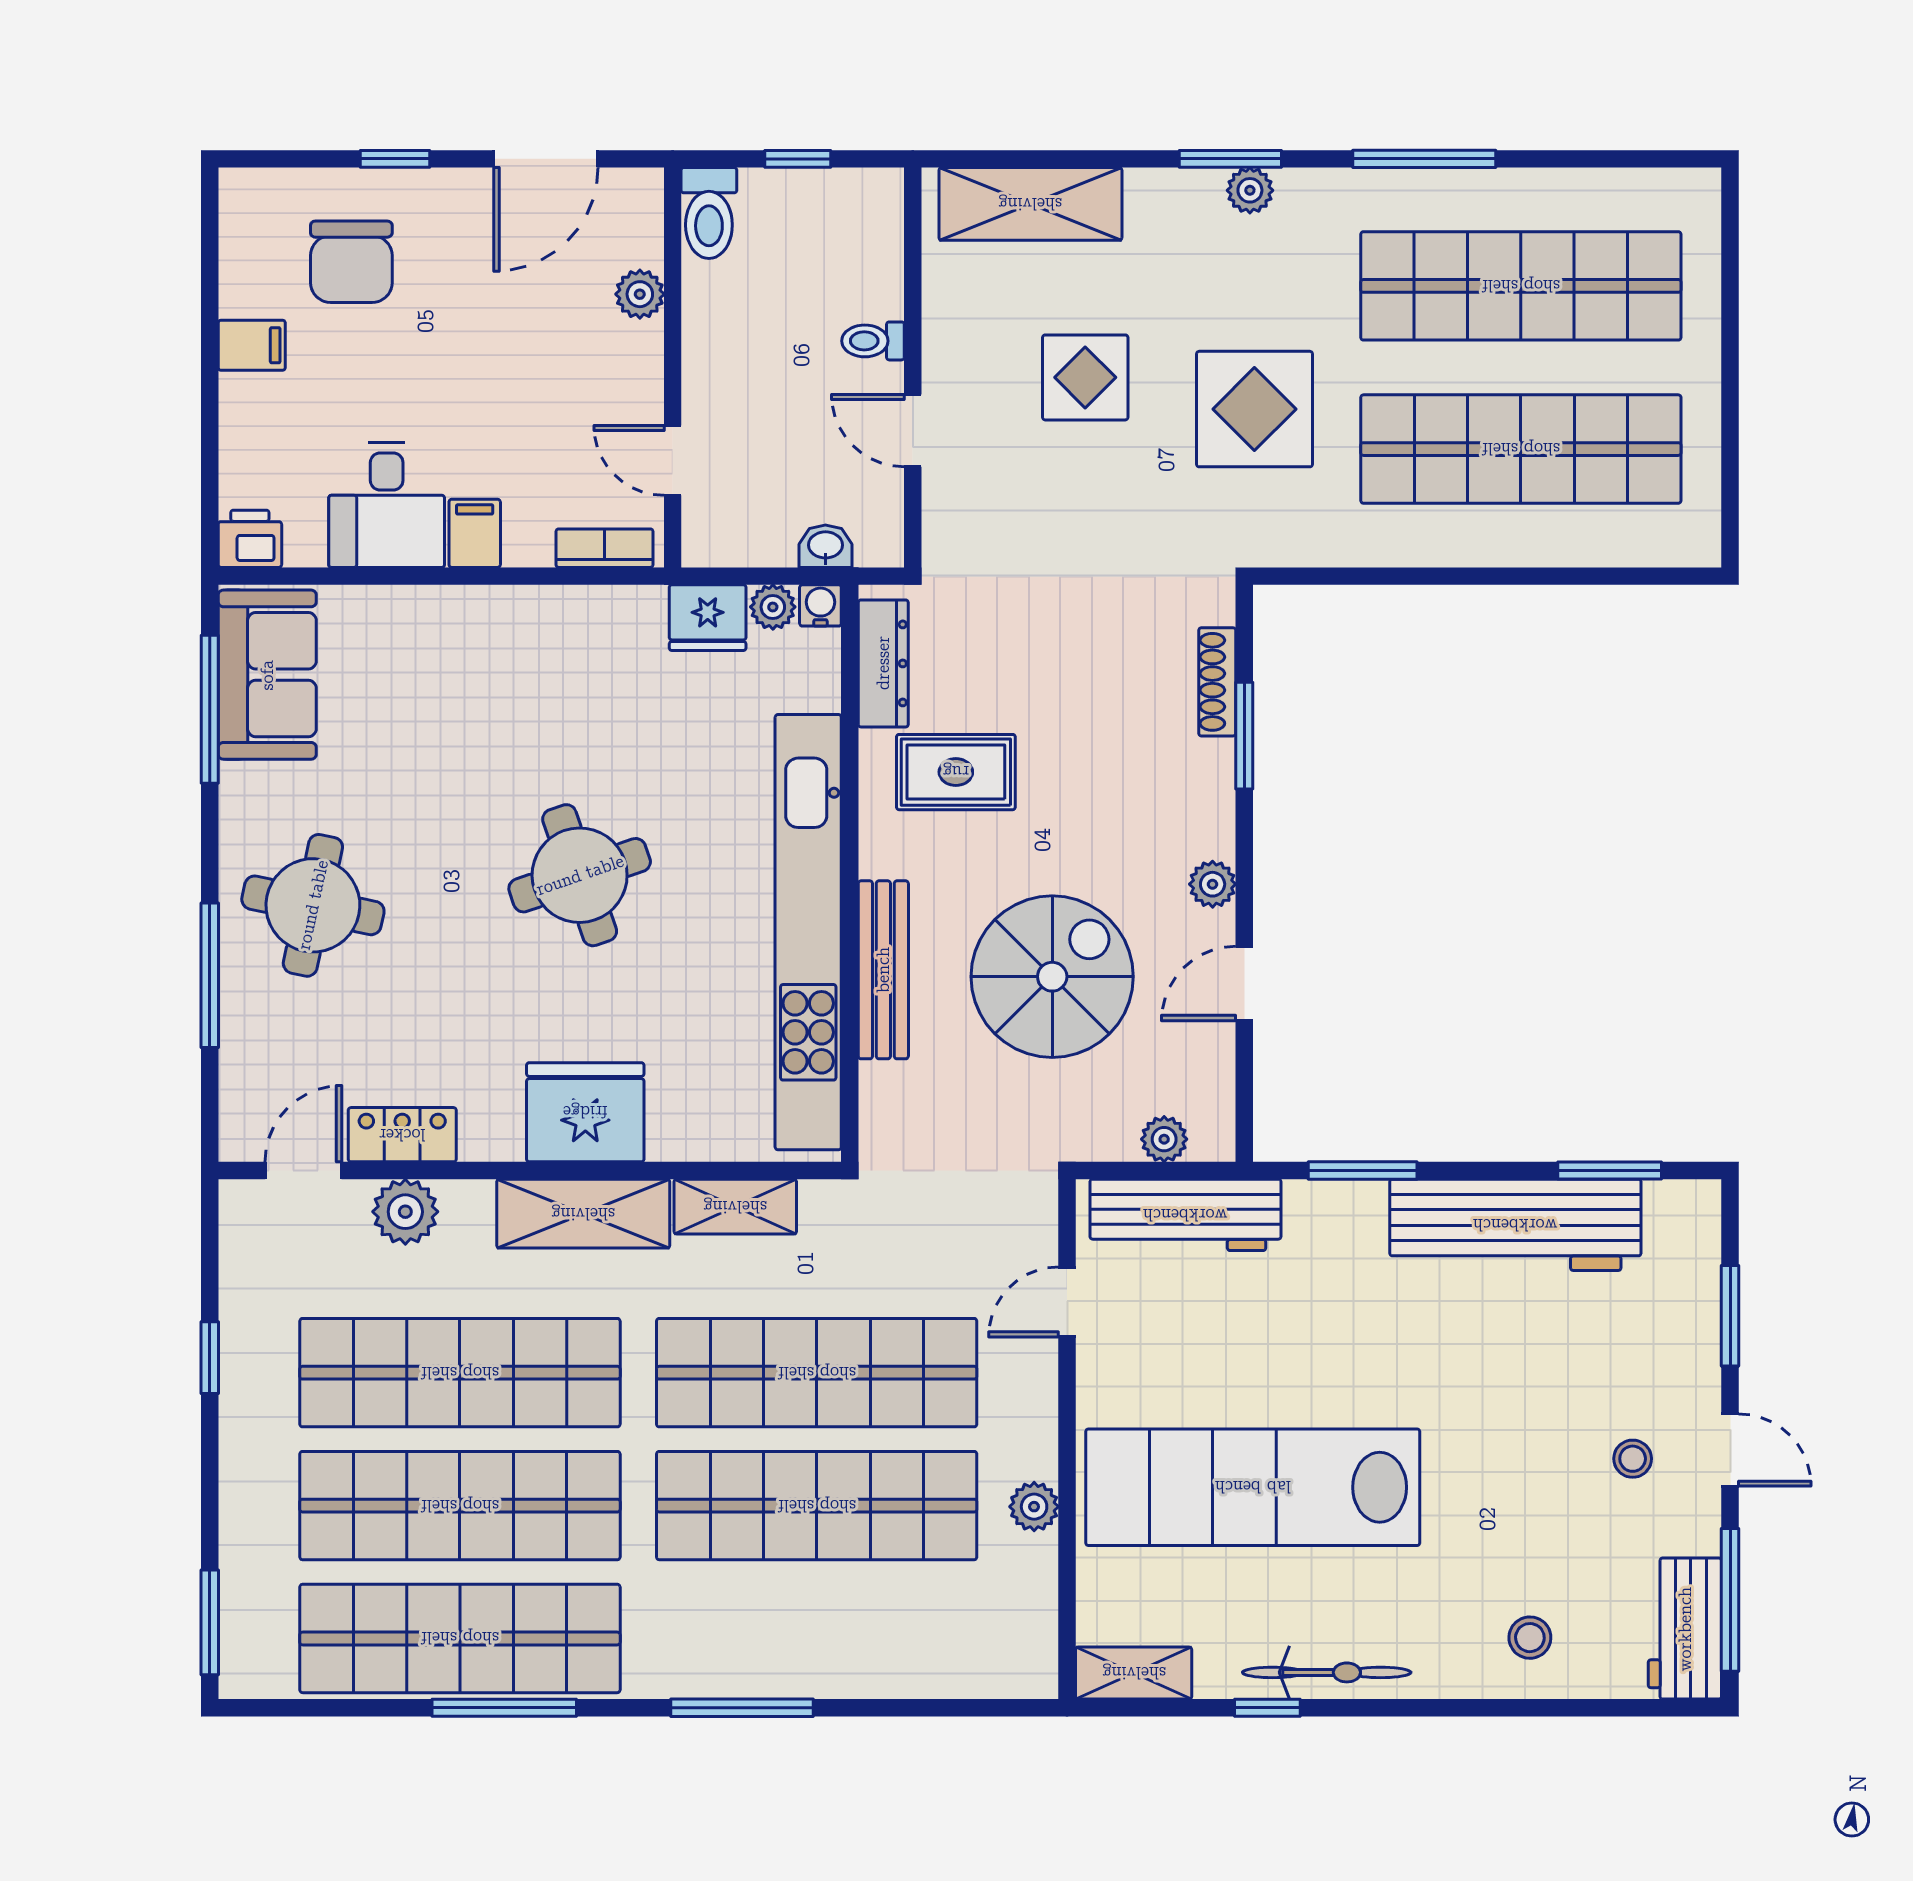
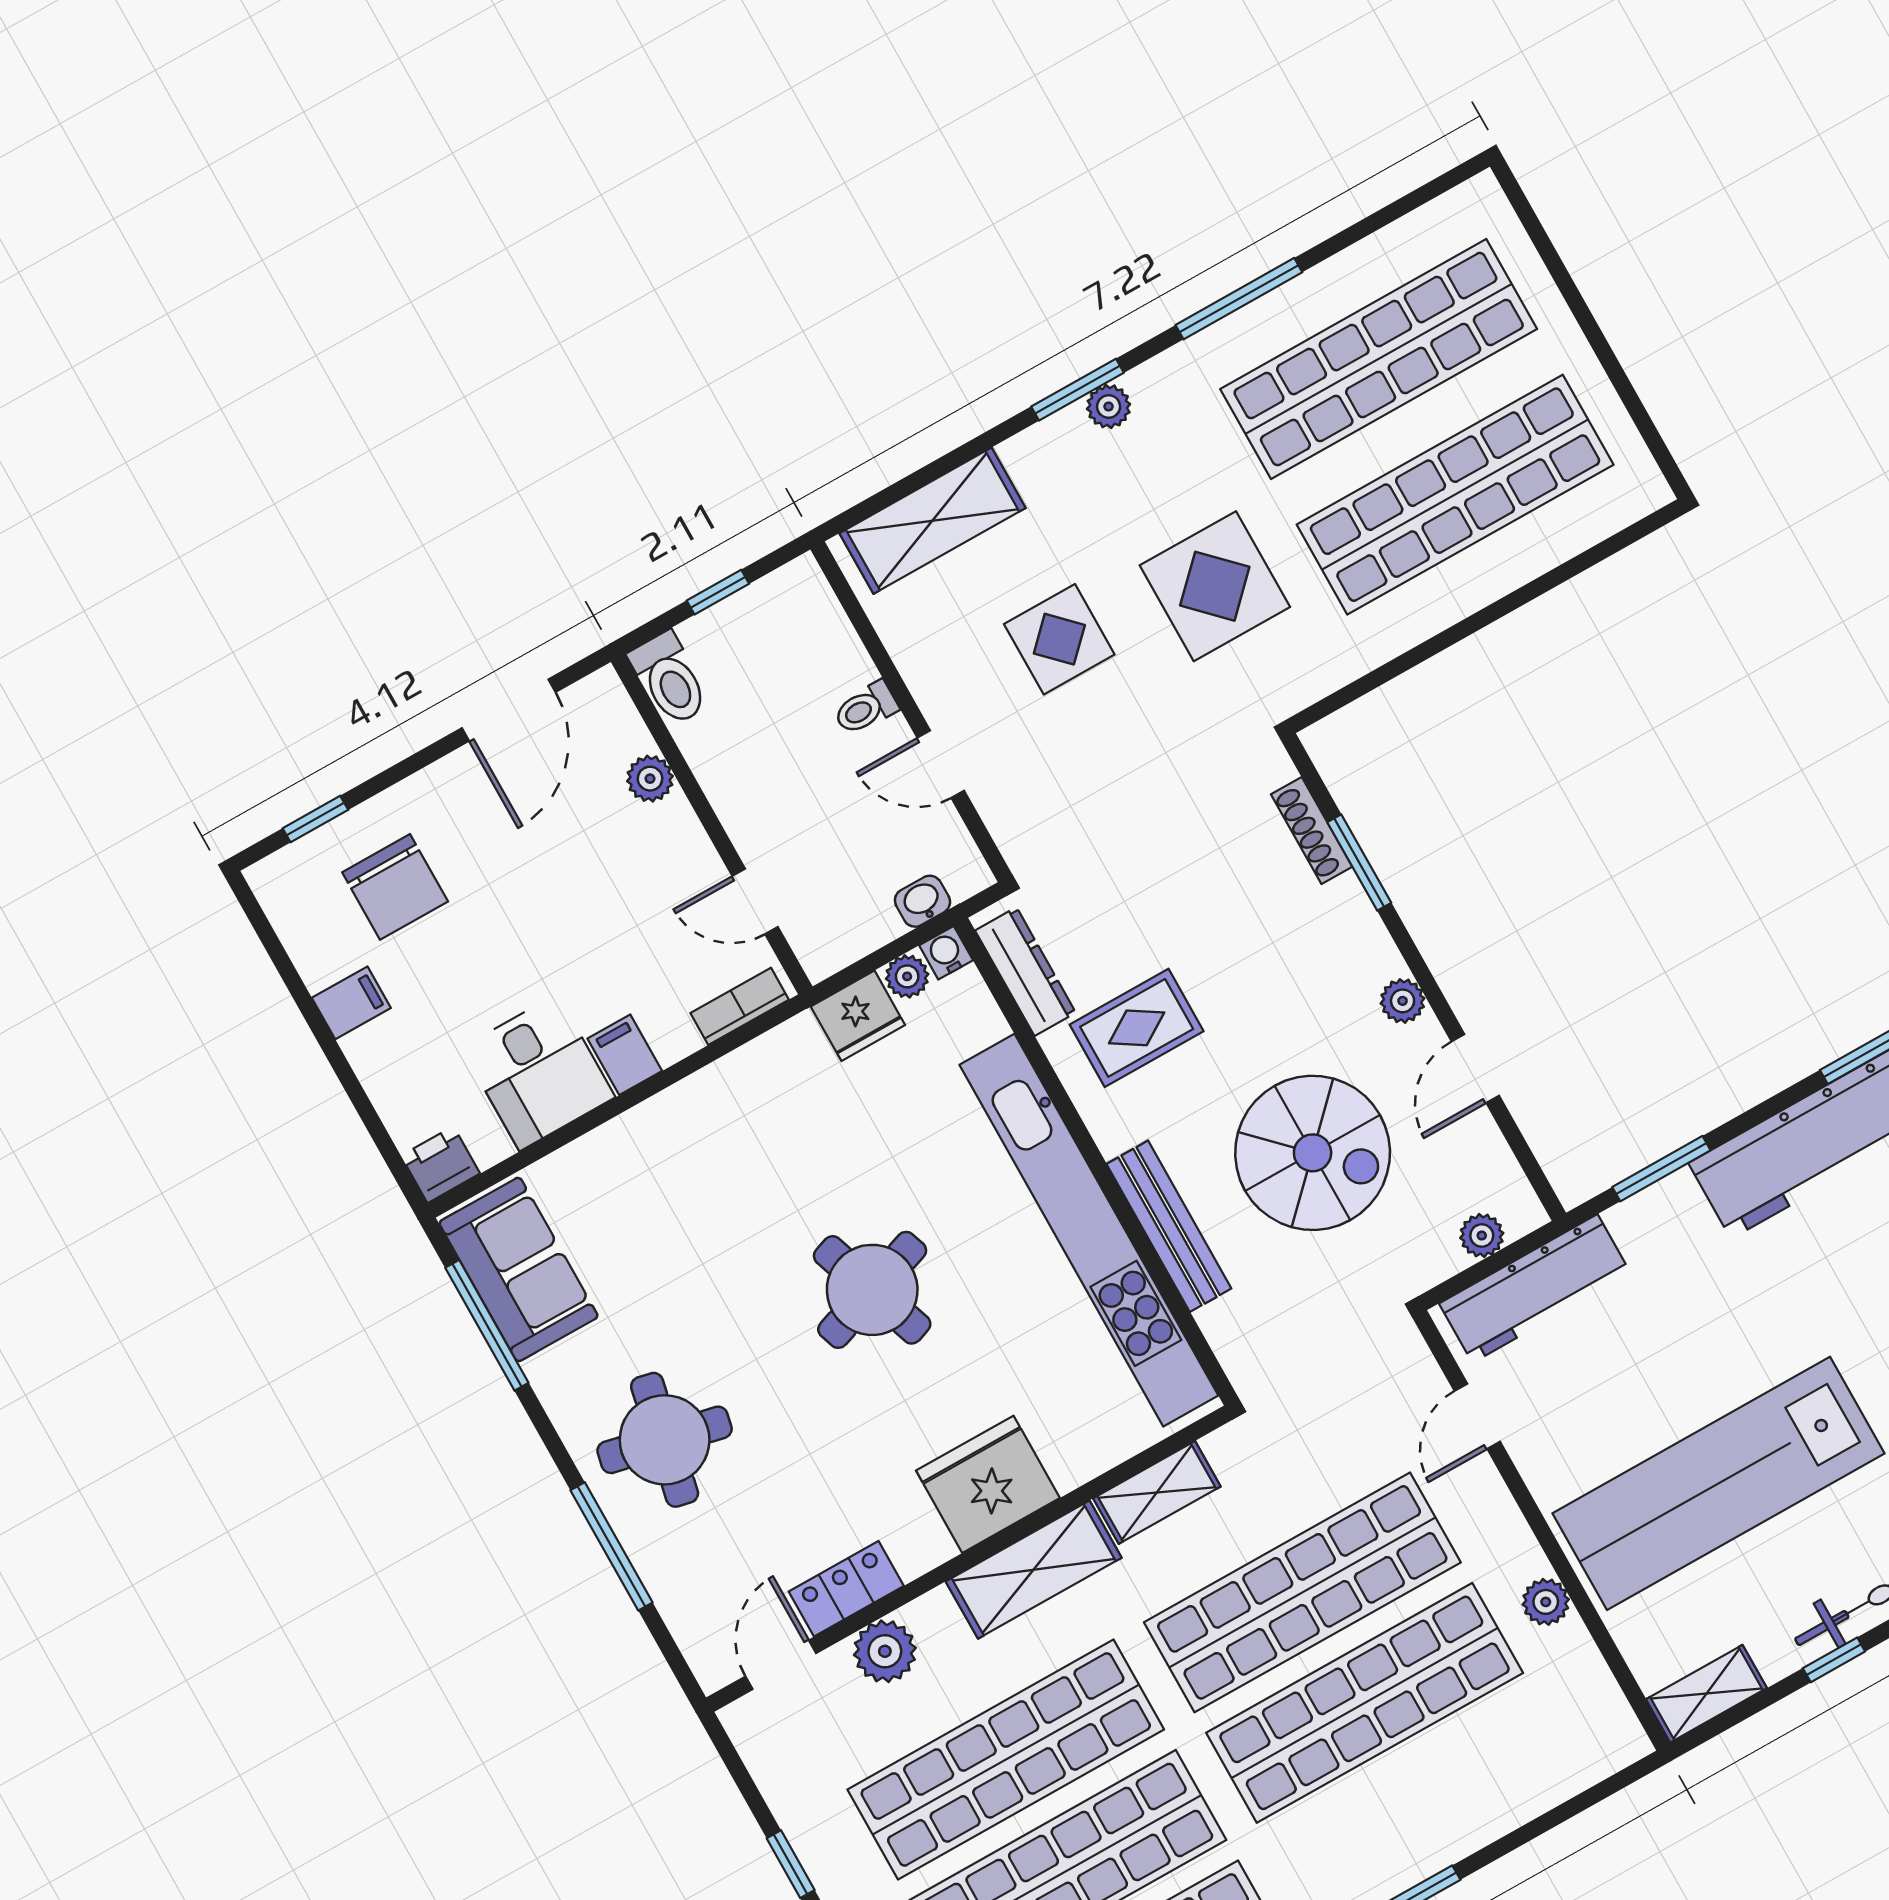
window: (395, 159) -> (315, 819), moved
spiral stairs: (1052, 977) -> (1313, 1153), turned 90

